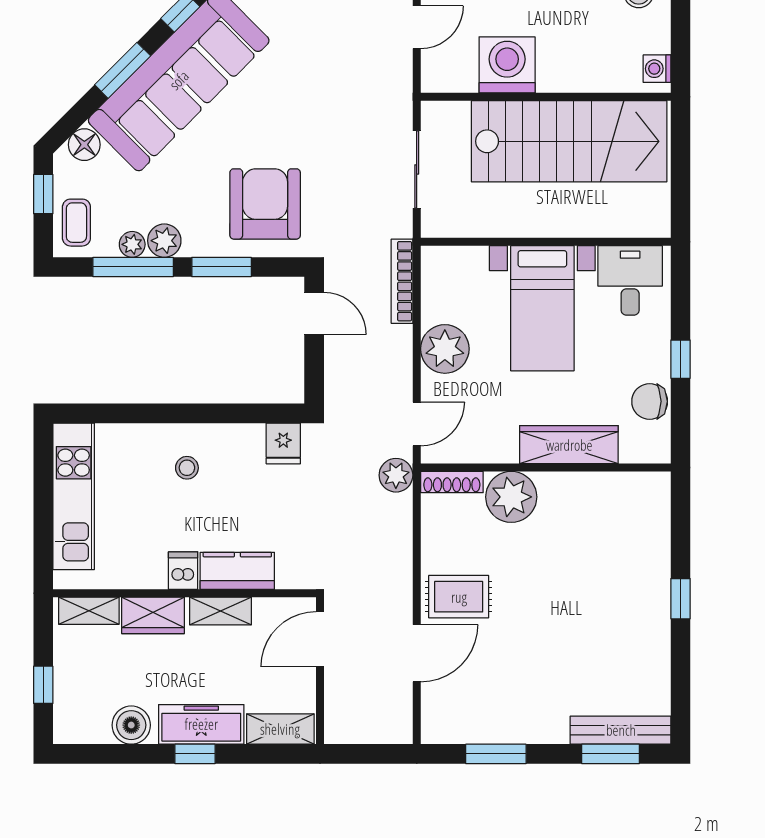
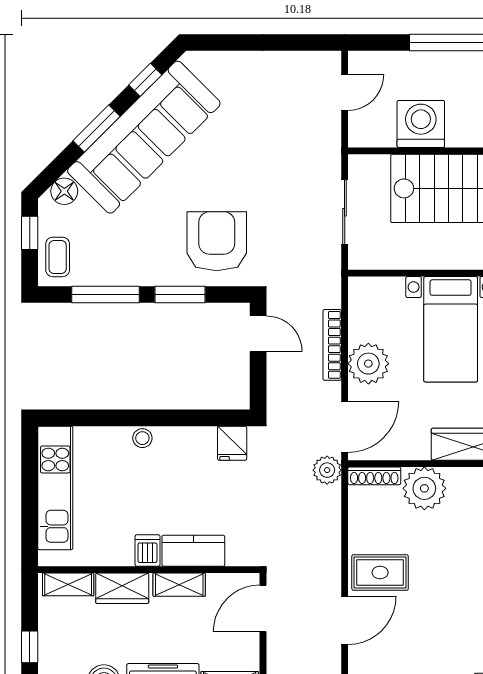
plant: (164, 241) -> (132, 272), removed
plant: (132, 244) -> (105, 275), removed
bookcase: (402, 281) -> (332, 345), moved
door: (417, 424) -> (345, 427), width x1.38
stool: (187, 468) -> (142, 438), moved

